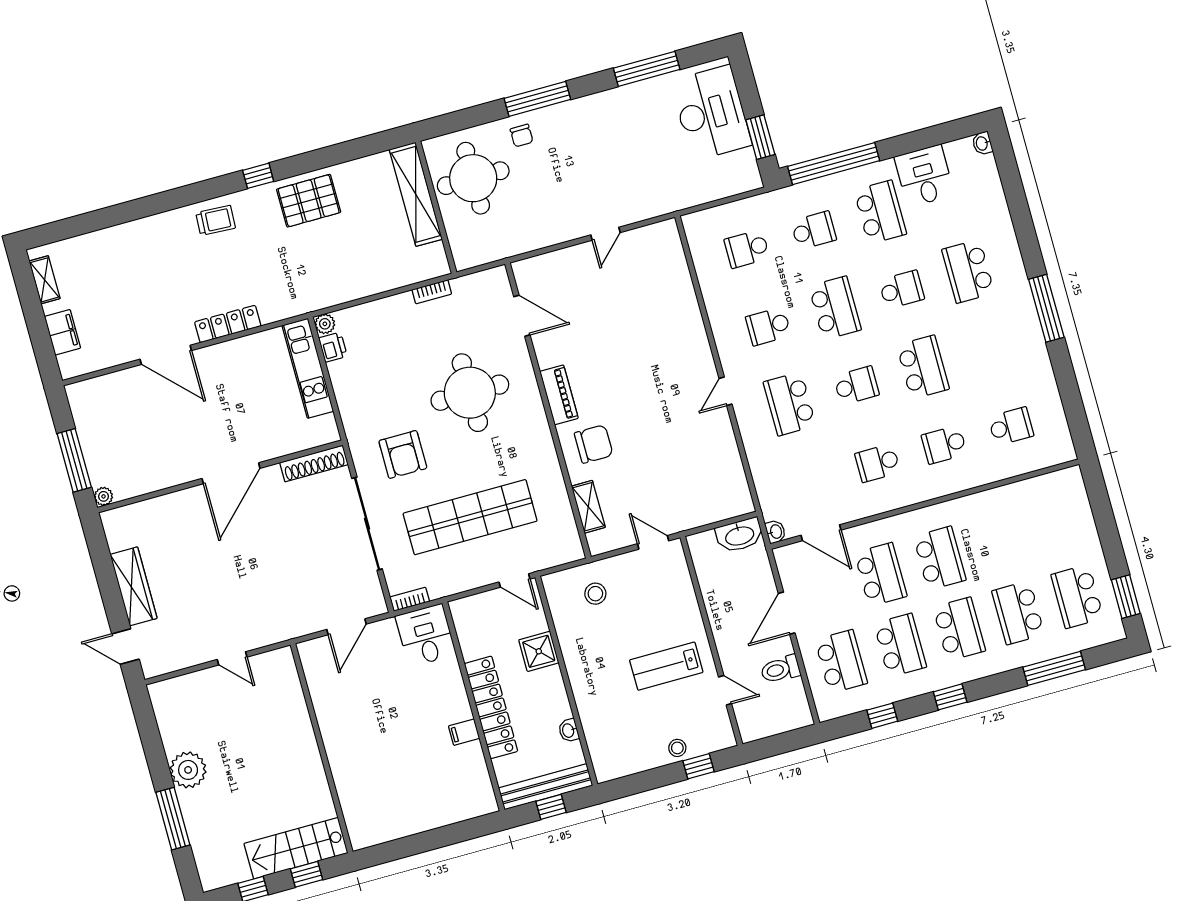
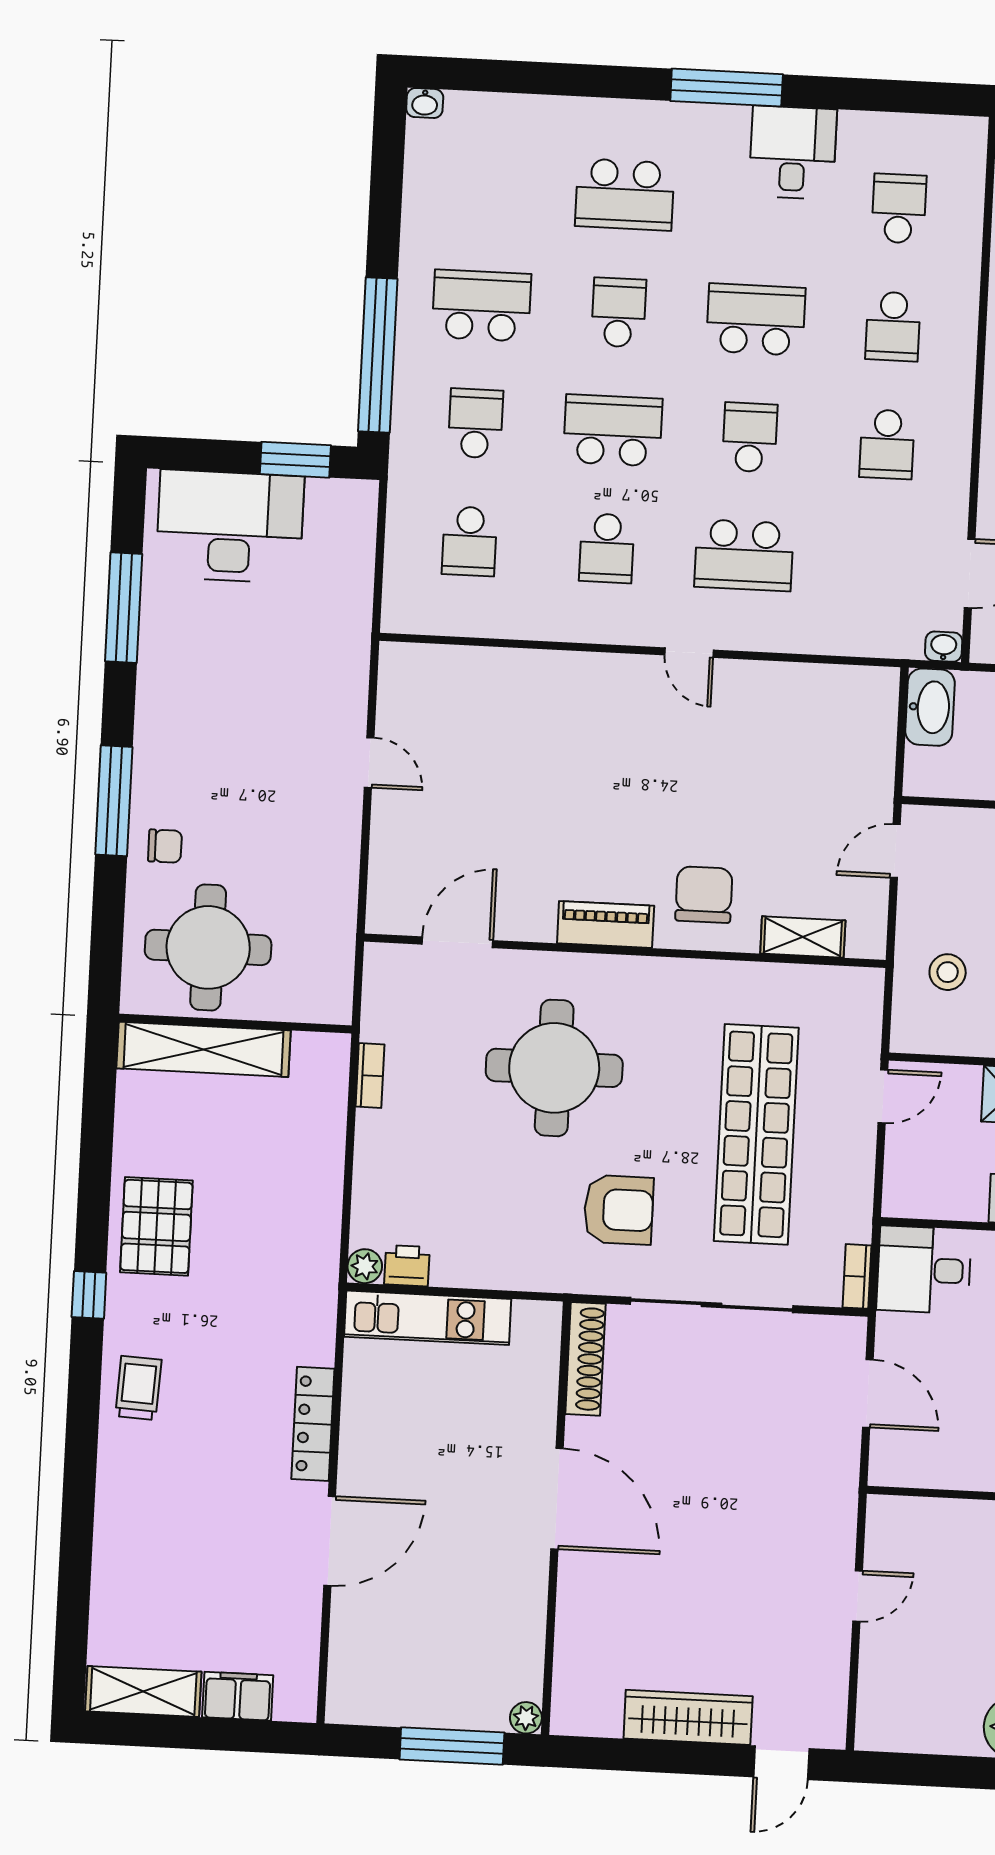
desk: (924, 176) -> (793, 152), moved, turned 90
shelving: (45, 280) -> (143, 1691), width x1.50, depth x1.33

